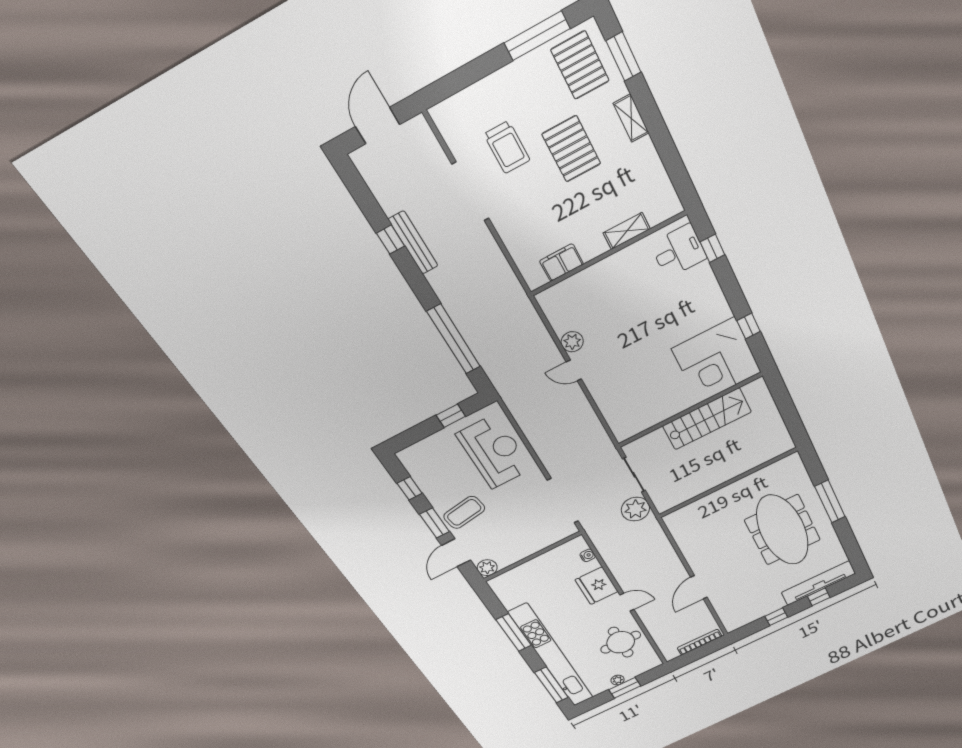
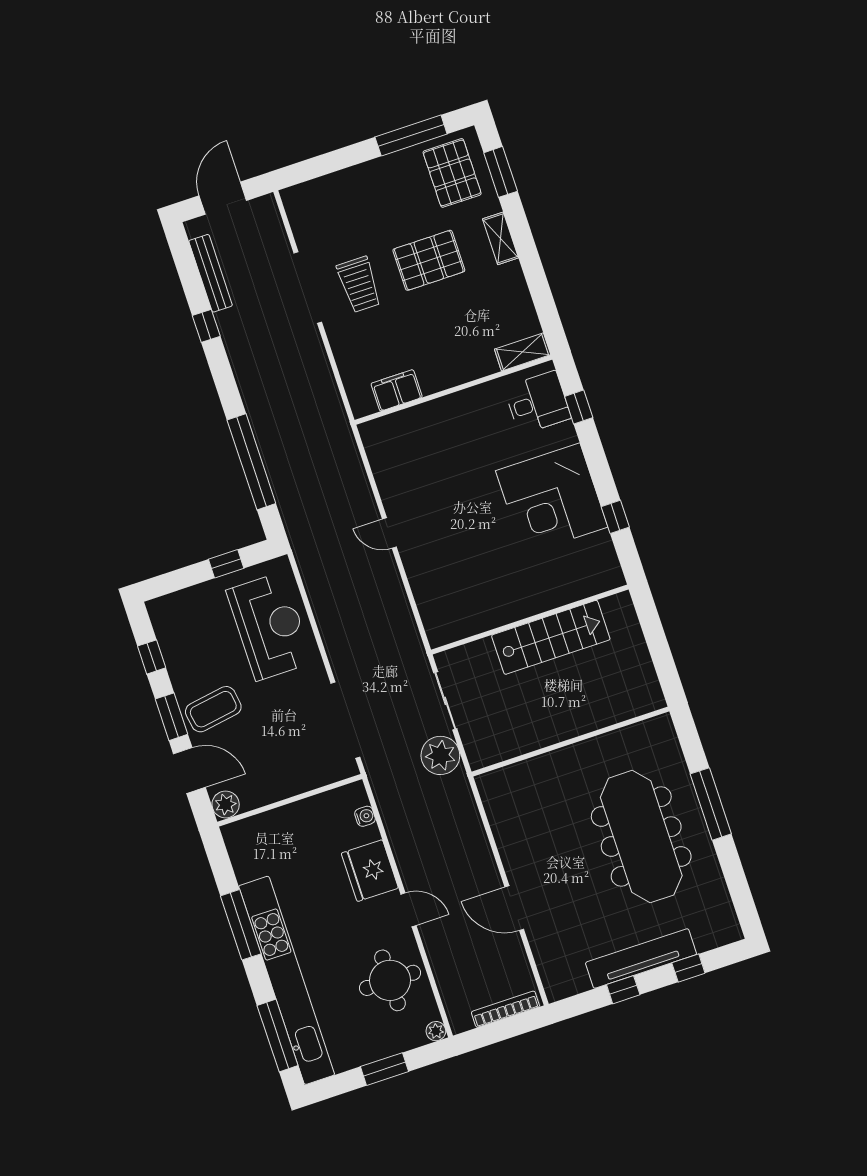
trolley: (507, 147) -> (359, 284), moved
pallet: (571, 149) -> (429, 260), turned 90
shelving: (627, 231) -> (523, 352), moved
bench: (413, 243) -> (211, 273), moved
plant: (572, 342) -> (393, 494), removed
corner desk: (717, 361) -> (552, 499), moved
door: (456, 553) -> (189, 770), swing flipped
tv unit: (818, 583) -> (641, 958), moved
door: (699, 587) -> (514, 908), hinge flipped
plant: (618, 680) -> (436, 1031), moved

